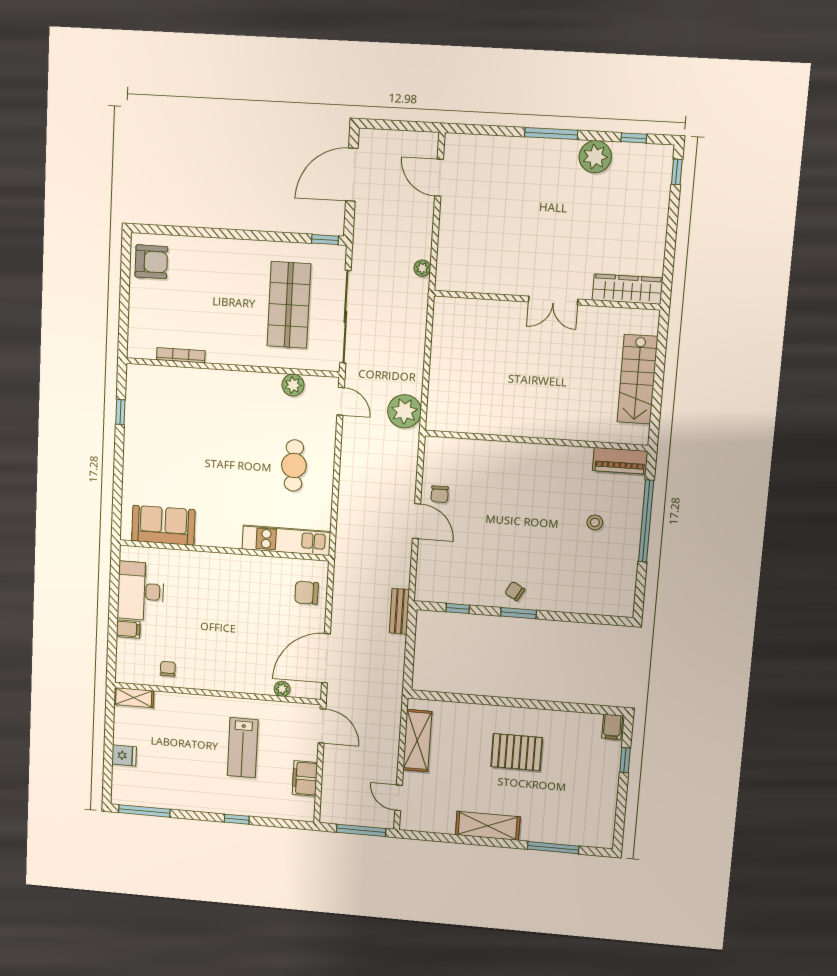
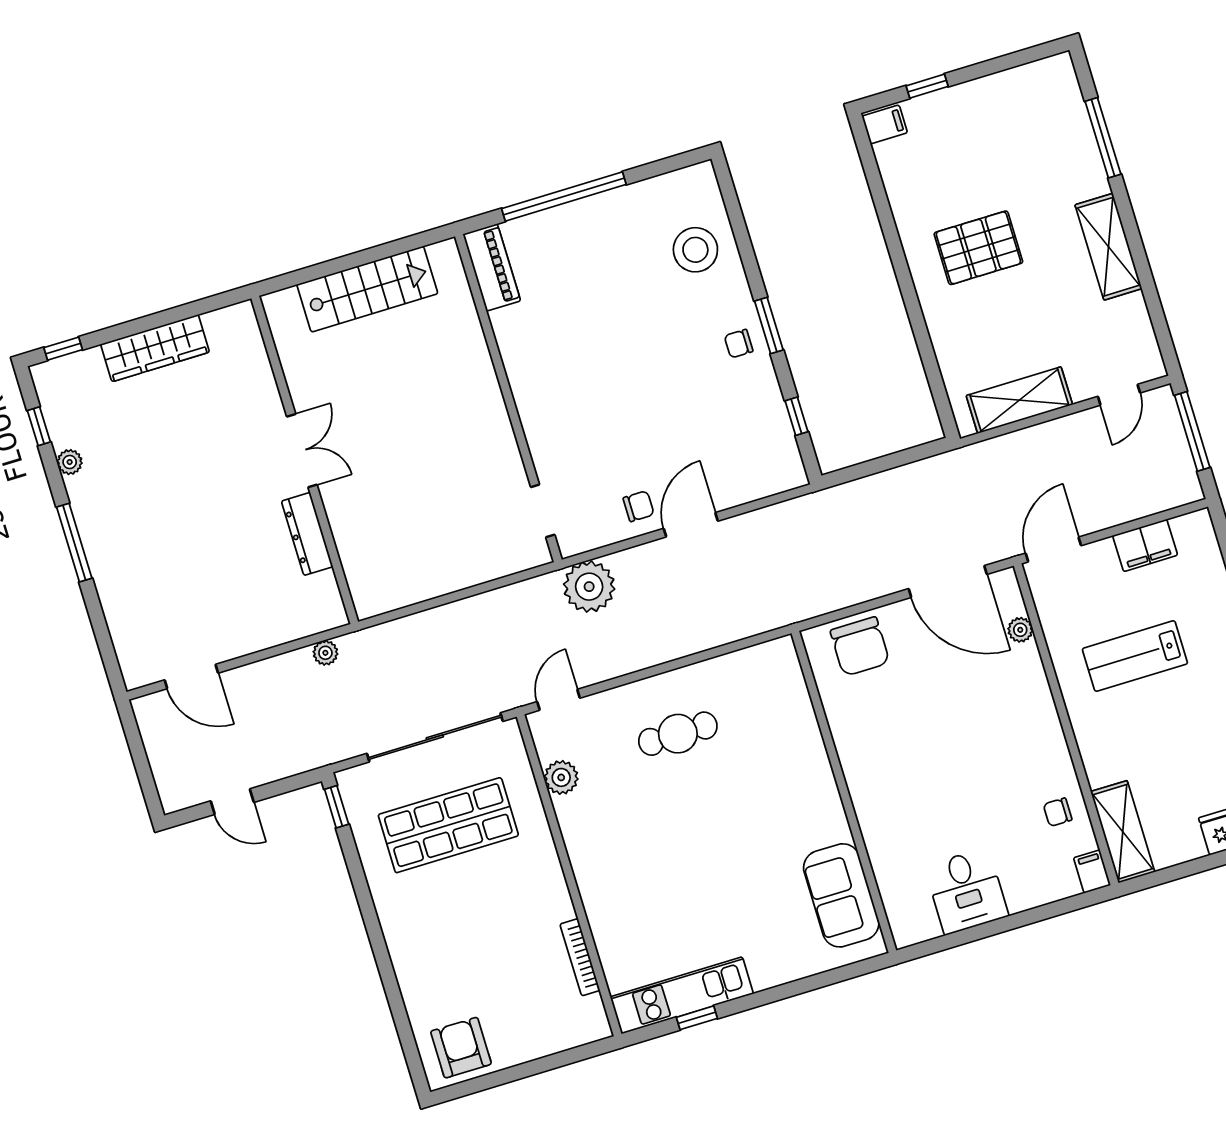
plant: (595, 157) -> (70, 462), width x0.53, depth x0.53
door: (352, 175) -> (232, 802), width x0.53
door: (439, 178) -> (191, 676), hinge flipped
dresser: (500, 284) -> (307, 534), added
wardrobe: (628, 289) -> (155, 348), moved, turned -90
plant: (404, 411) -> (589, 587), moved
doorway: (459, 435) -> (543, 511), added
stool: (595, 522) -> (695, 250), moved, width x1.89, depth x1.89
kitchen unit: (286, 540) -> (682, 995), moved, turned 90
desk: (141, 591) -> (966, 891), width x0.73
chair: (515, 591) -> (739, 344), turned 61
chair: (307, 593) -> (860, 646), width x1.37, depth x1.37
bench: (399, 611) -> (834, 500), removed
filing cabinet: (128, 629) -> (1092, 872), moved
shelving: (134, 698) -> (1123, 832), width x1.50, depth x1.33
lab bench: (243, 748) -> (1135, 656), turned 180
pallet: (517, 752) -> (978, 248), turned 90

